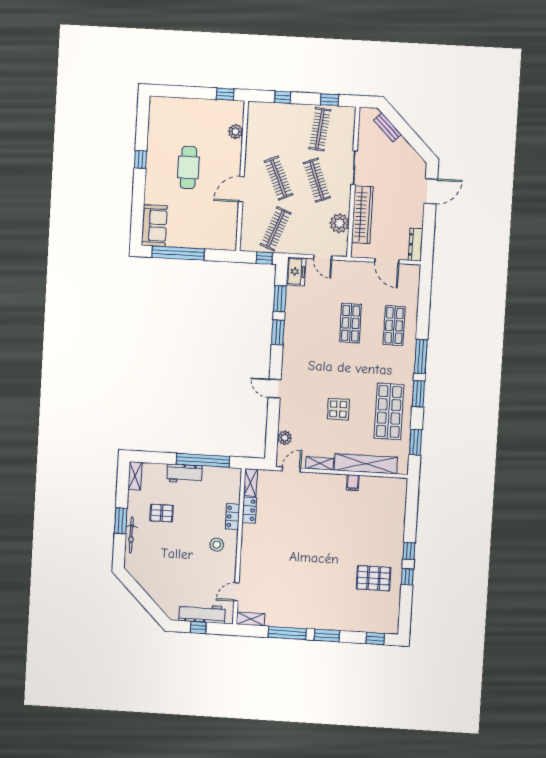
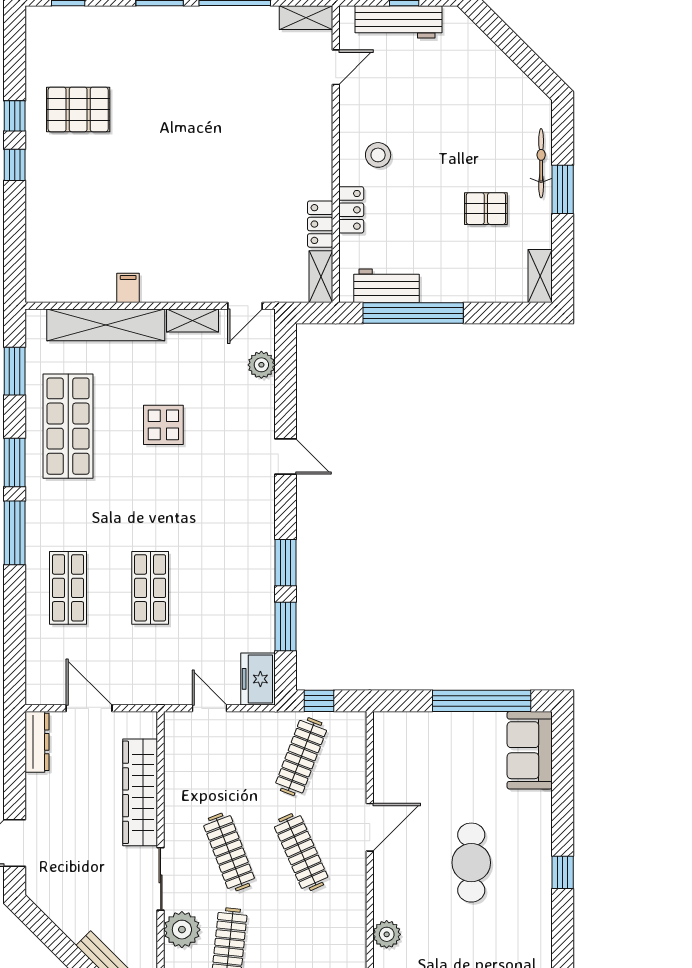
plant: (339, 223) -> (182, 930), moved
workbench: (184, 474) -> (387, 286), moved

